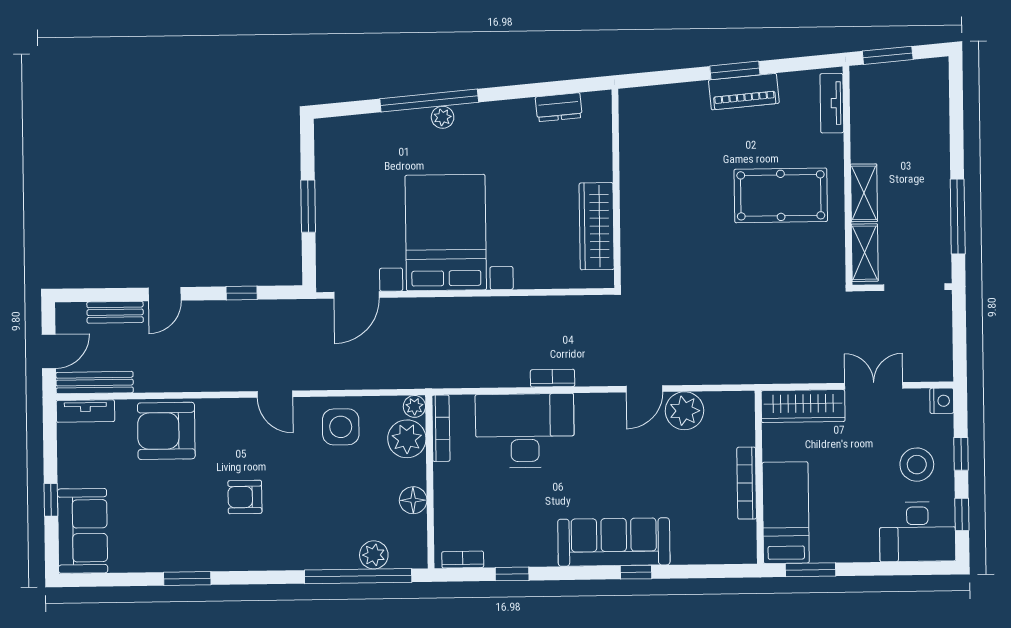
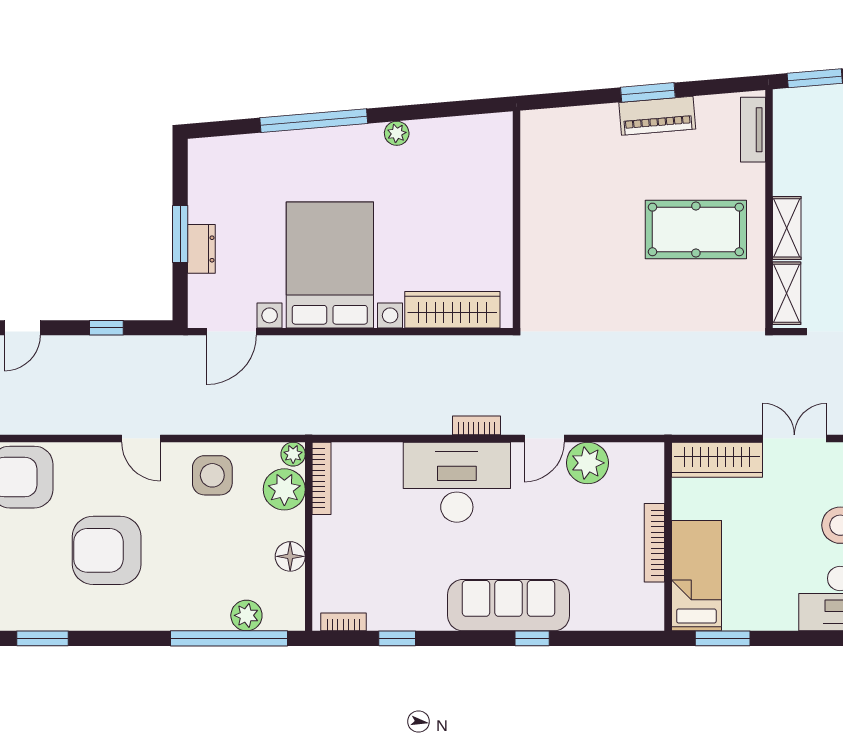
dresser: (559, 107) -> (201, 249), moved, turned -85
plant: (443, 117) -> (397, 133), moved
wardrobe: (597, 226) -> (452, 310), moved, turned 90
bookcase: (553, 378) -> (476, 425), moved
desk: (525, 431) -> (457, 482), moved
armchair: (245, 497) -> (107, 550), width x1.88, depth x1.88

